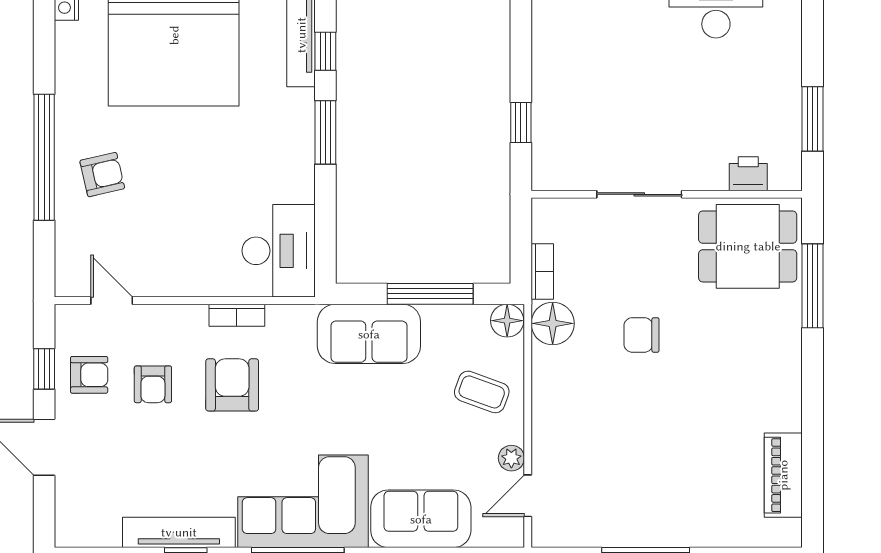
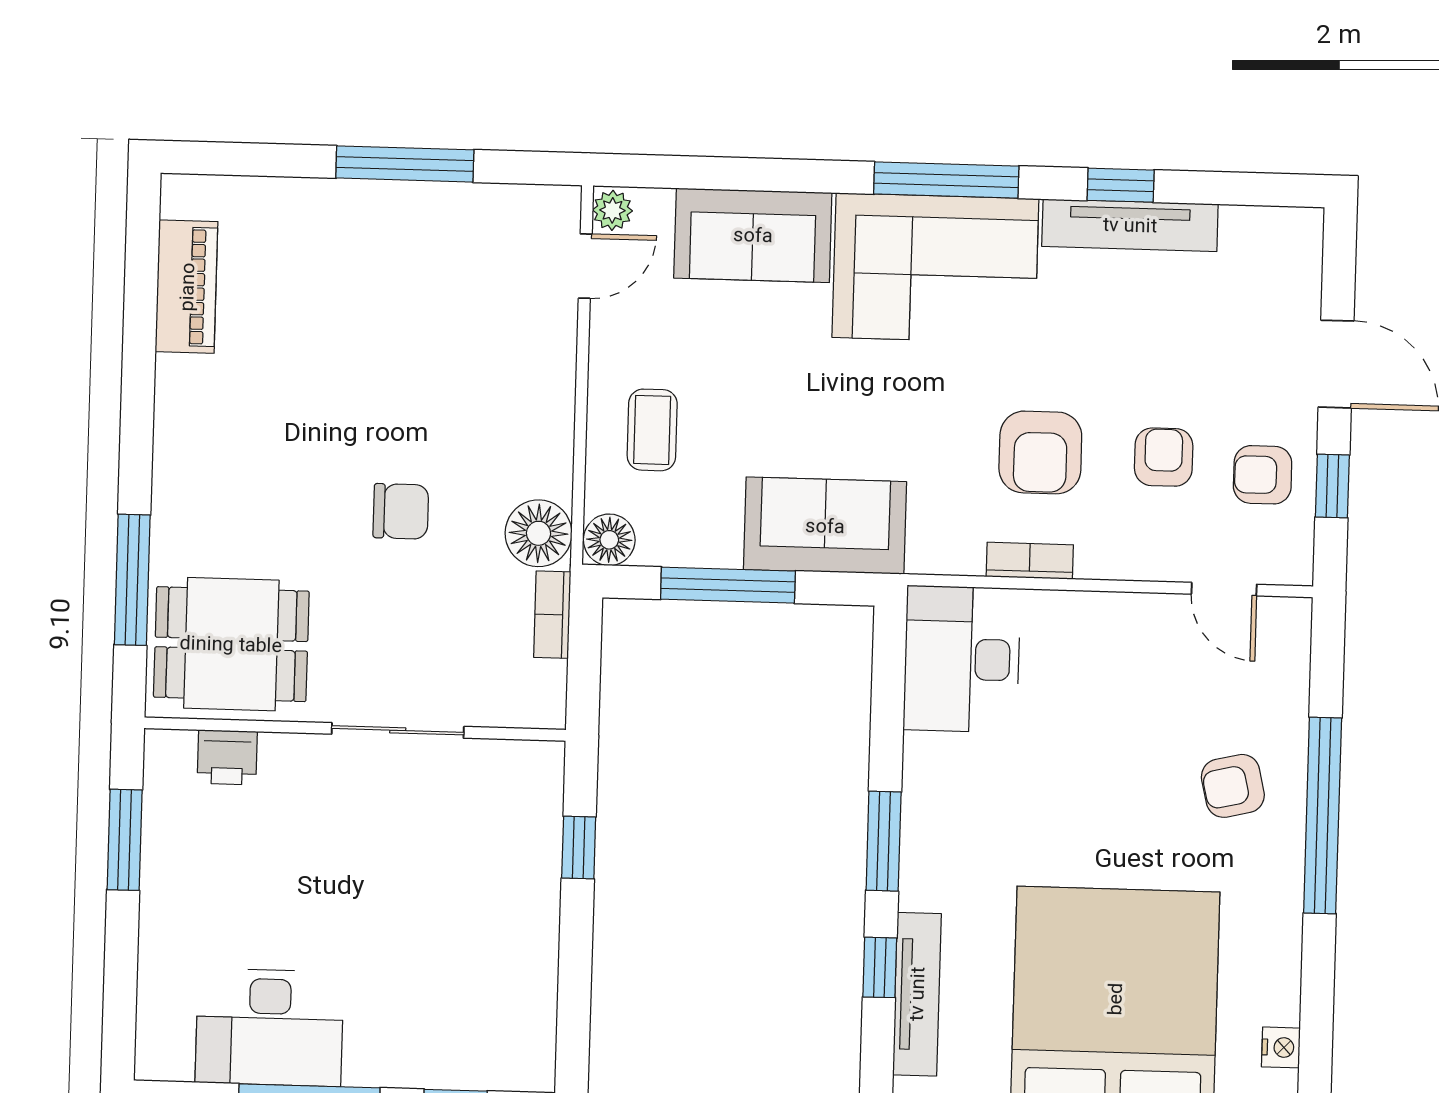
coffee table: (482, 392) -> (652, 430), turned 70
plant: (511, 458) -> (612, 210), moved

